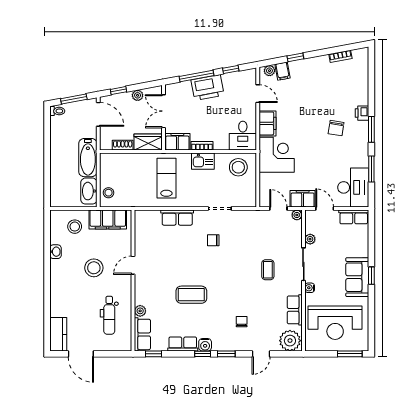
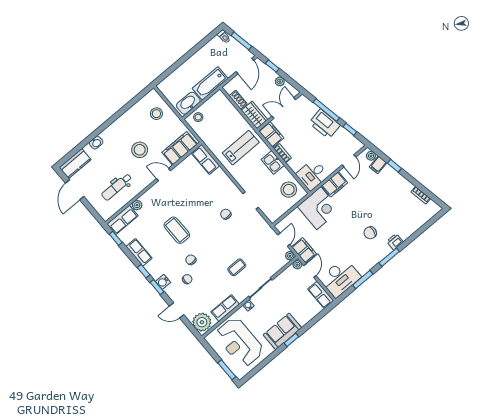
row of seats: (177, 218) -> (205, 159), moved
filing cabinet: (108, 219) -> (180, 148), moved, turned 90
plant: (310, 239) -> (297, 265), moved
washbasin: (55, 252) -> (96, 143), moved
chair: (227, 304) -> (191, 260), added
water cooler: (205, 345) -> (163, 282), moved

